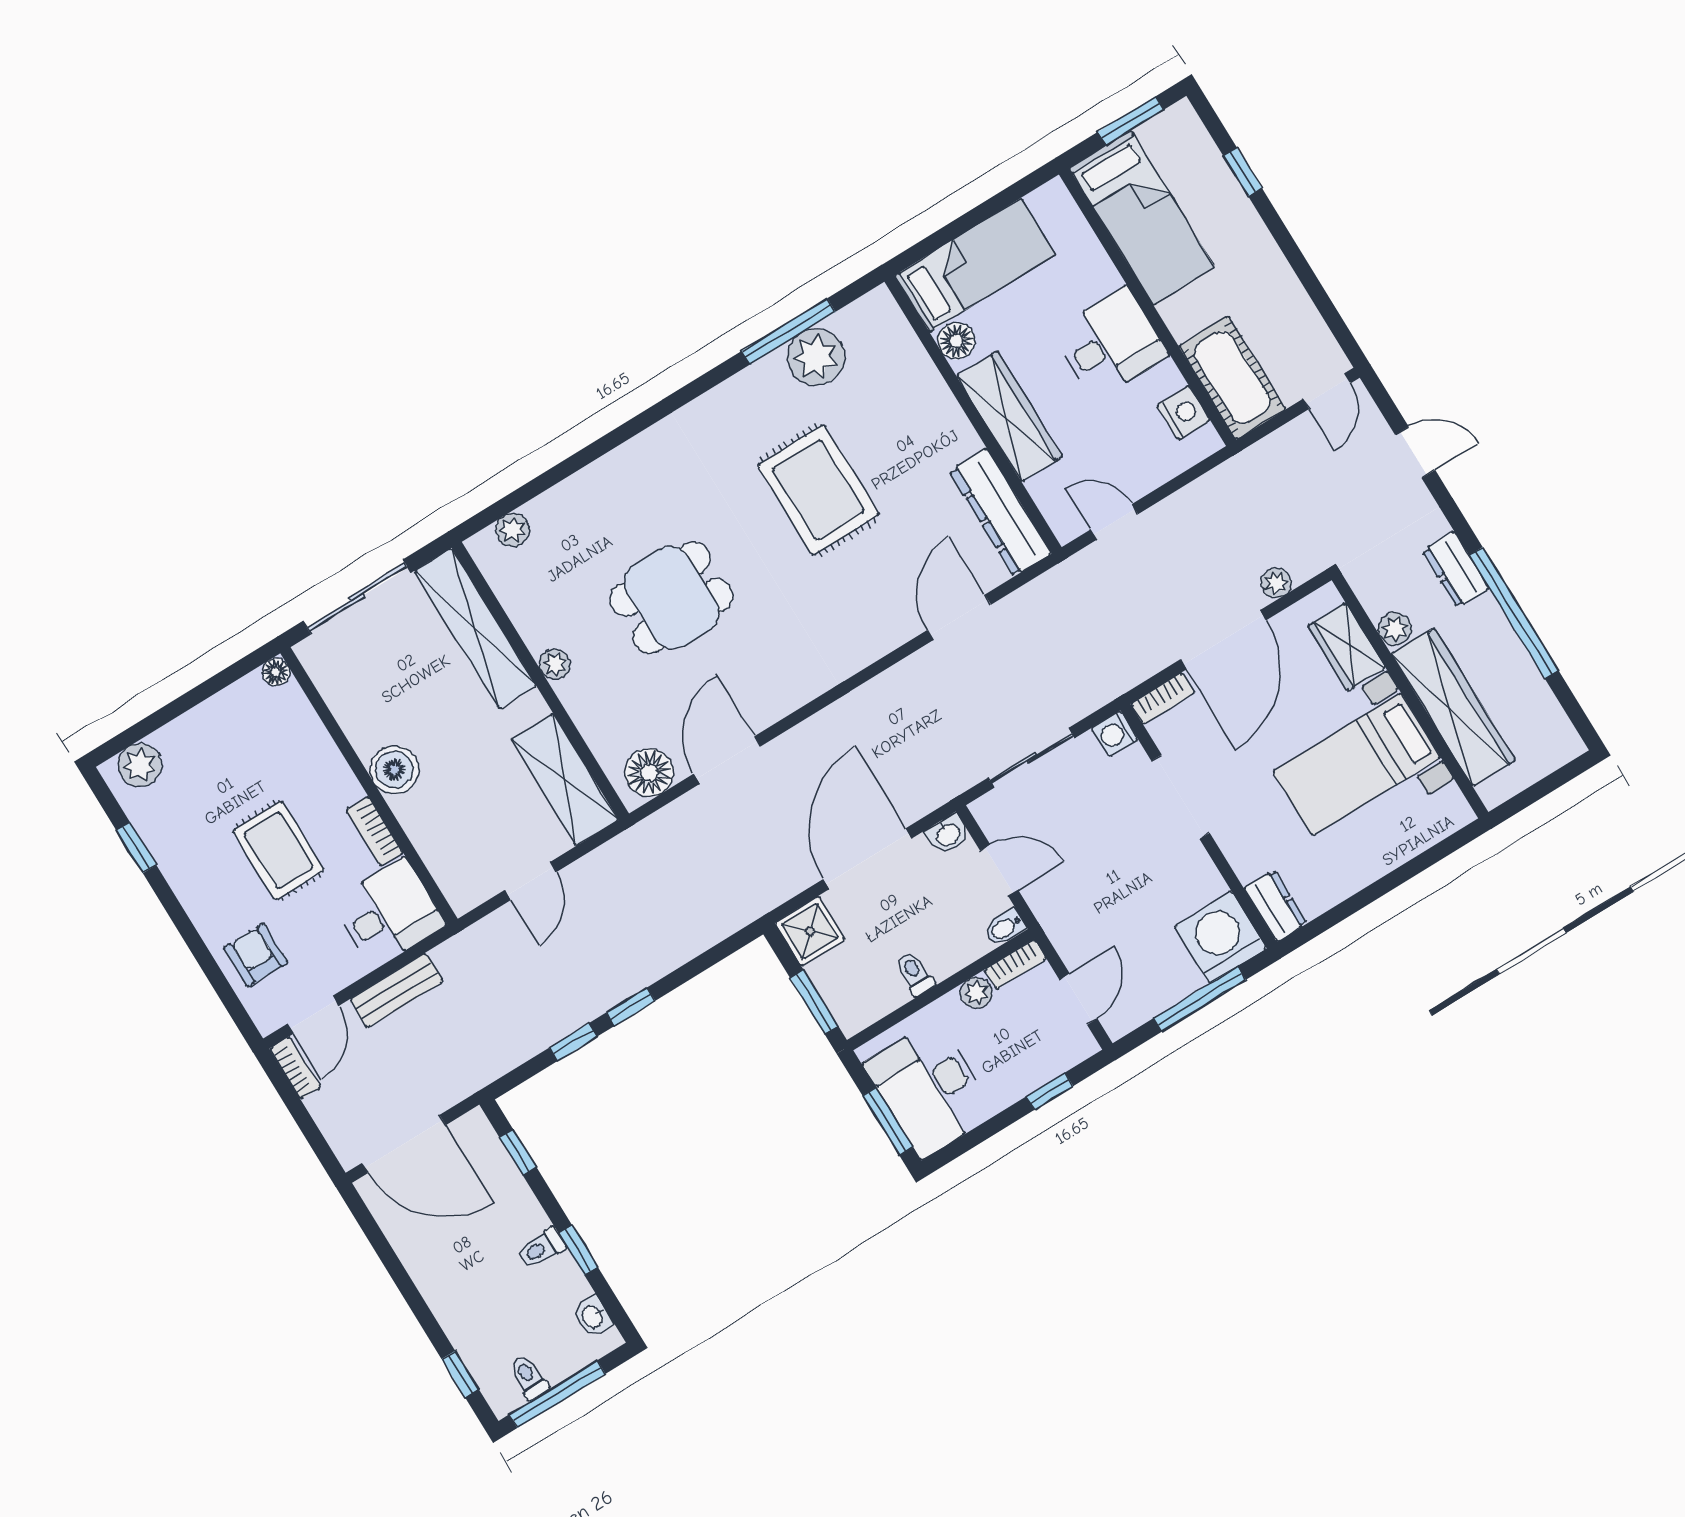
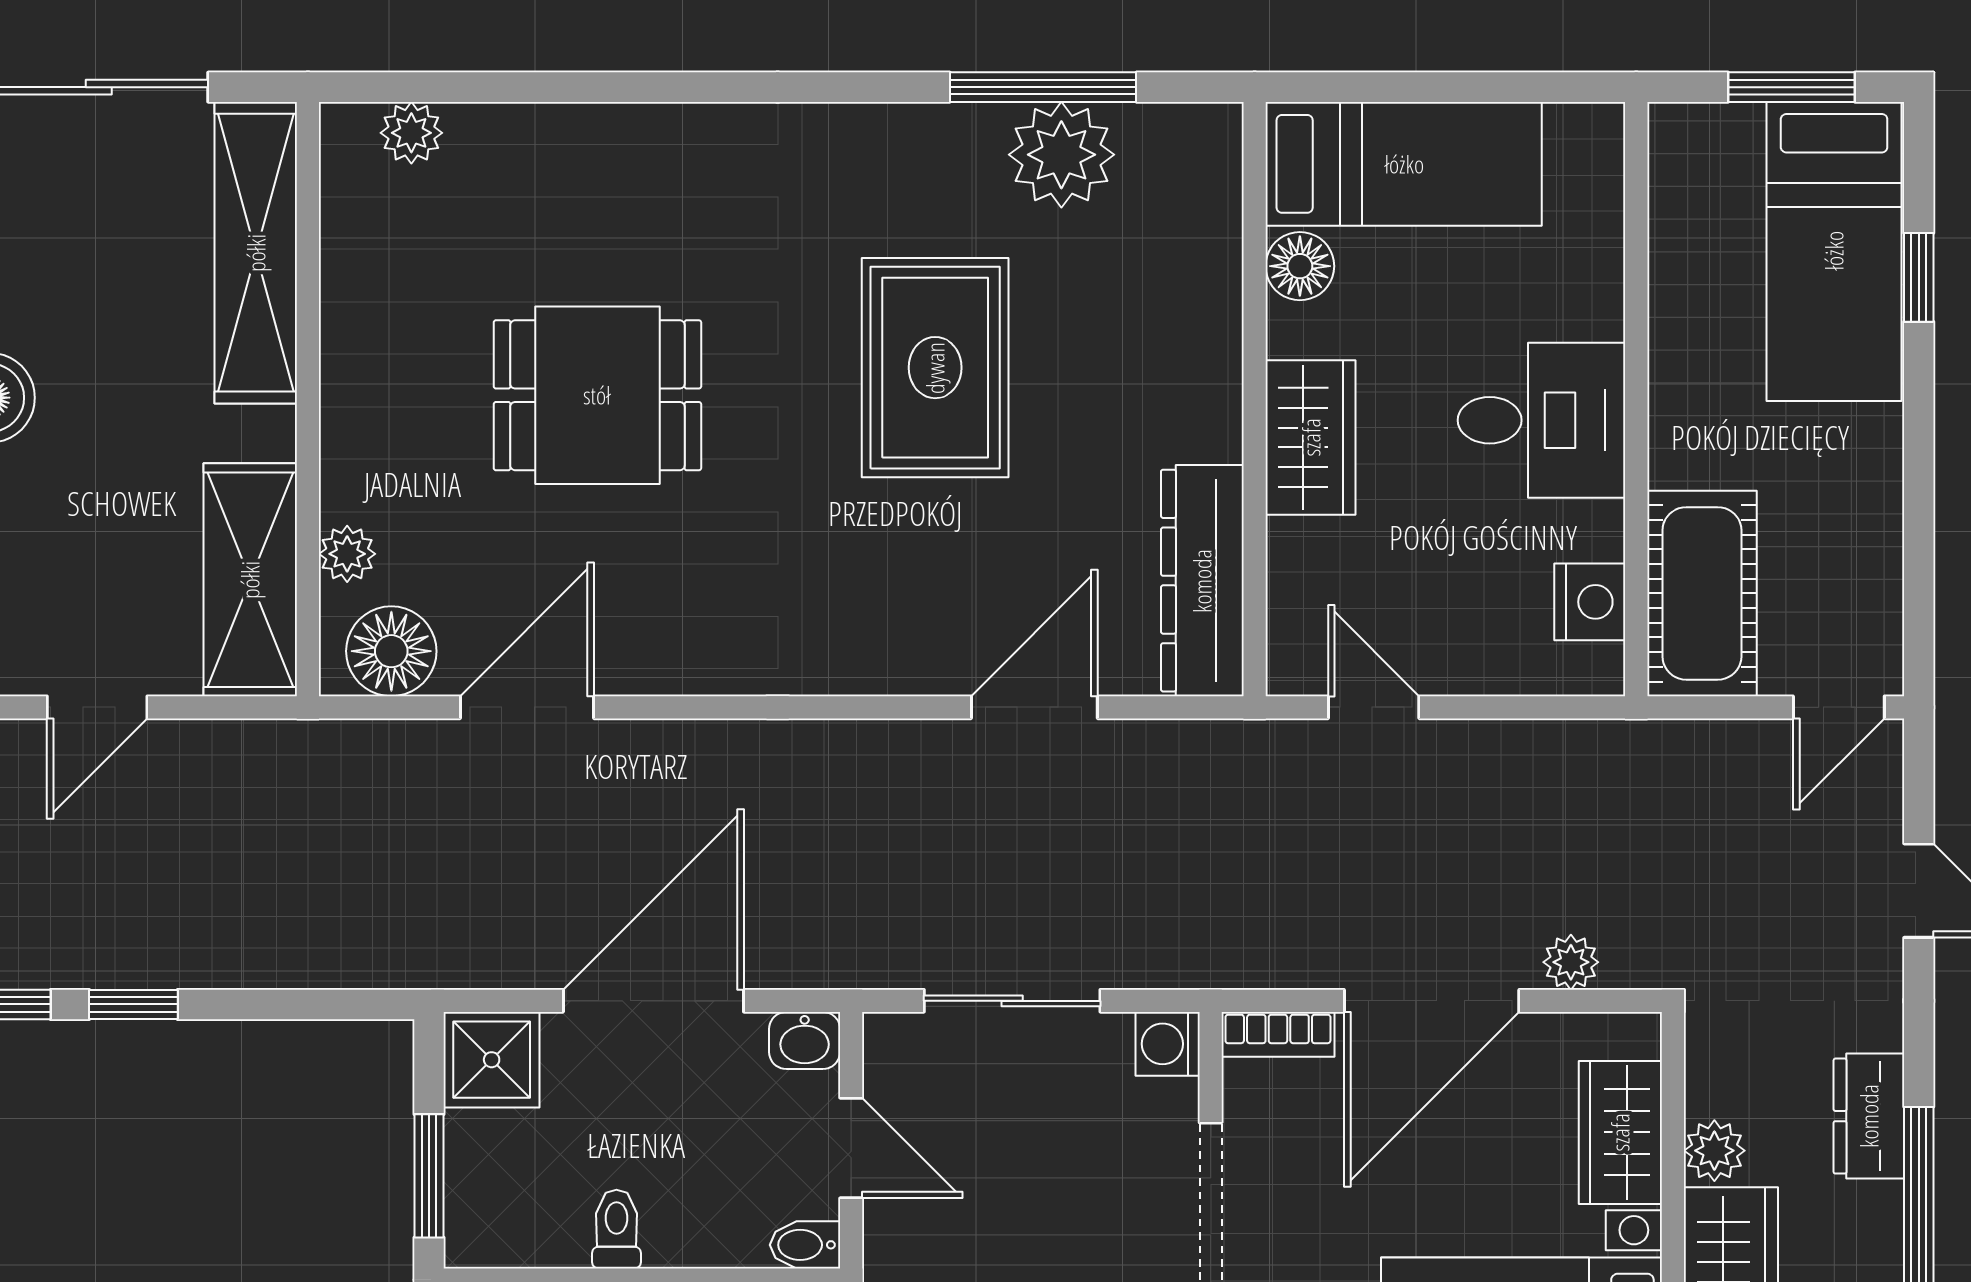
bed: (1142, 218) -> (1834, 251), moved
wardrobe: (1009, 416) -> (1311, 437), width x0.67
plant: (555, 664) -> (347, 554), moved

